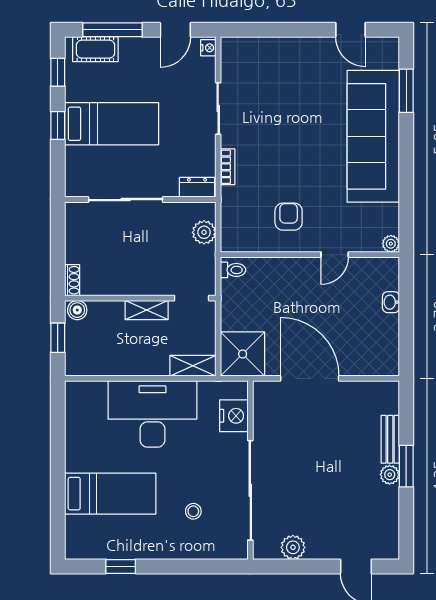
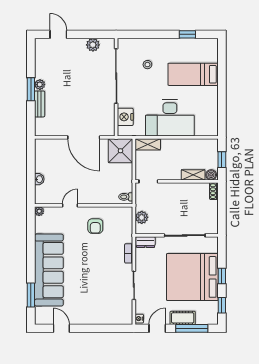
cot: (95, 49) -> (183, 318), moved
bed: (112, 124) -> (192, 277), width x2.04
shelving: (147, 310) -> (193, 175), moved

